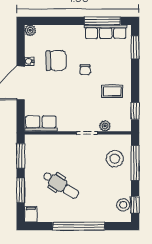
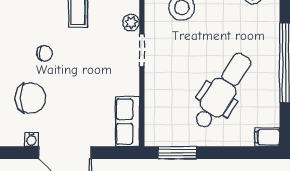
chair: (56, 61) -> (30, 98), turned 90
dental chair: (61, 185) -> (223, 91), width x1.36, depth x1.38
window: (21, 190) -> (231, 153), removed

